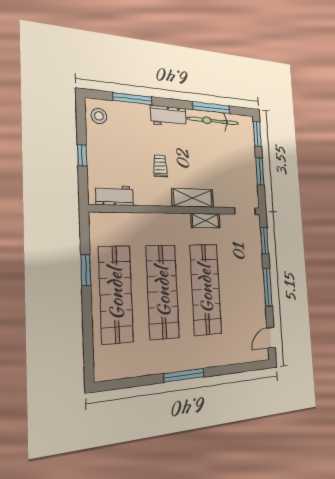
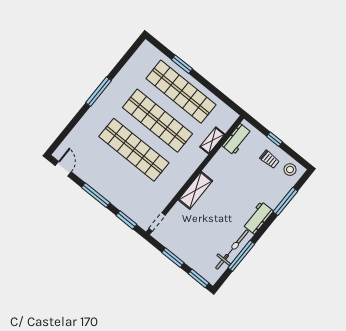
trolley: (160, 166) -> (269, 159), moved
shelving: (206, 221) -> (212, 140), moved
window: (86, 270) -> (182, 64), moved

